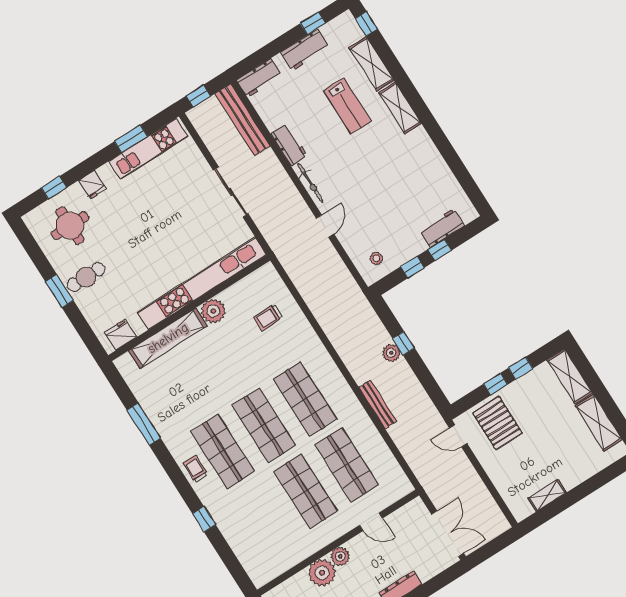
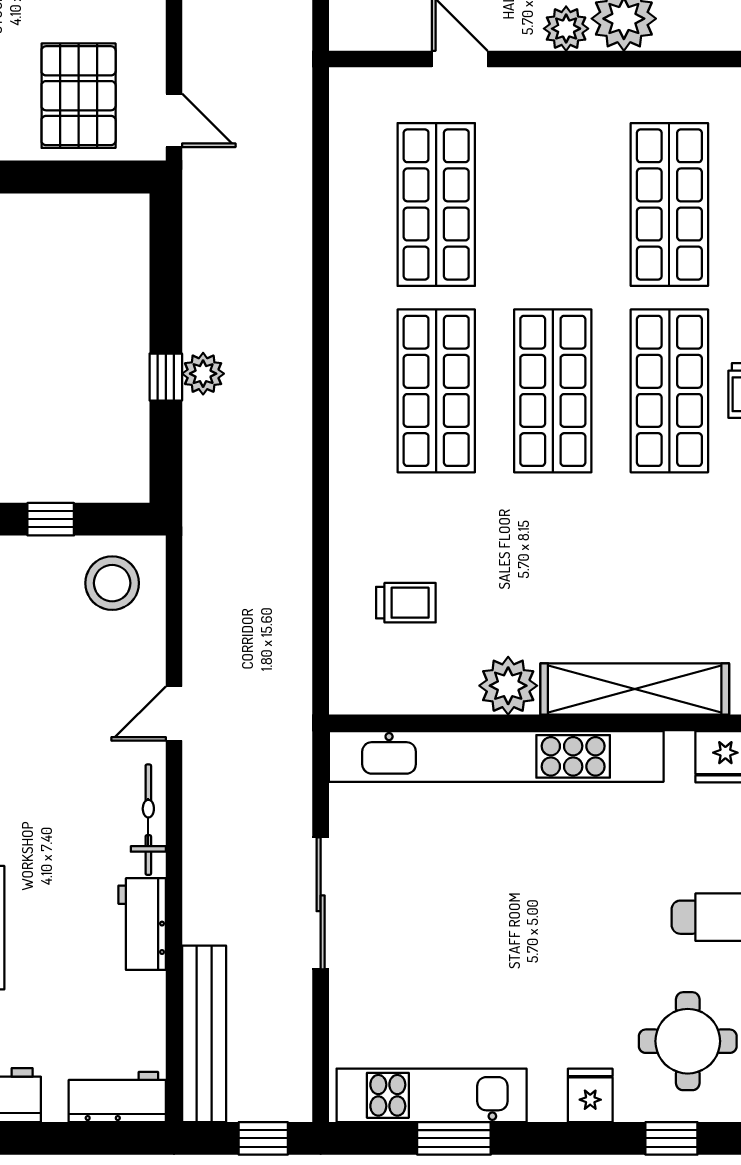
stool: (376, 258) -> (112, 583), width x1.89, depth x1.89
window: (495, 384) -> (33, 177), removed
bench: (378, 404) -> (296, 287), removed
shop shelf: (305, 491) -> (669, 204), moved

